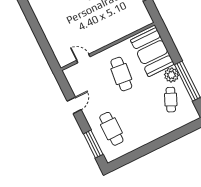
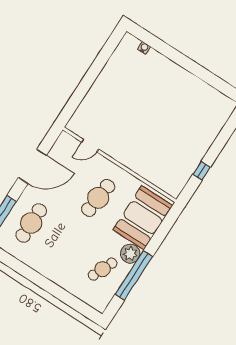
door: (83, 59) -> (90, 146), swing flipped
door: (74, 105) -> (32, 166), width x1.88

